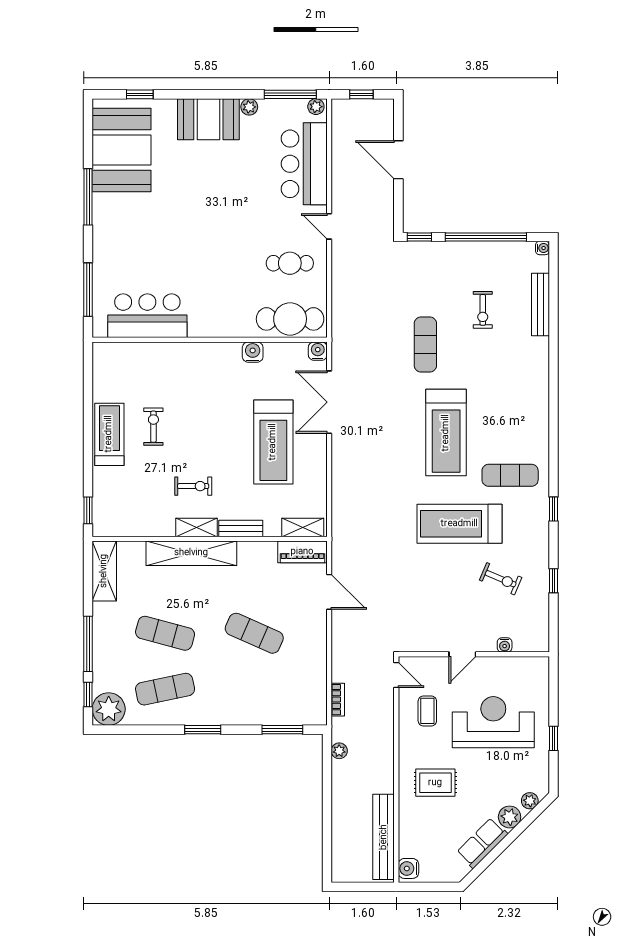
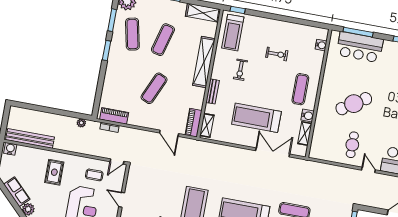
door: (329, 226) -> (368, 170), hinge flipped
bar counter: (147, 316) -> (360, 47), moved, turned 90
cafe table: (290, 319) -> (354, 104), moved, turned 57
water cooler: (318, 351) -> (321, 45), moved
exercise mat: (208, 373) -> (300, 89), added
treadmill: (109, 434) -> (233, 33), moved, turned 90
shelving: (196, 527) -> (305, 133), moved
door: (329, 592) -> (169, 133), hinge flipped
piano: (316, 695) -> (114, 116), added
window: (282, 730) -> (112, 20), moved

